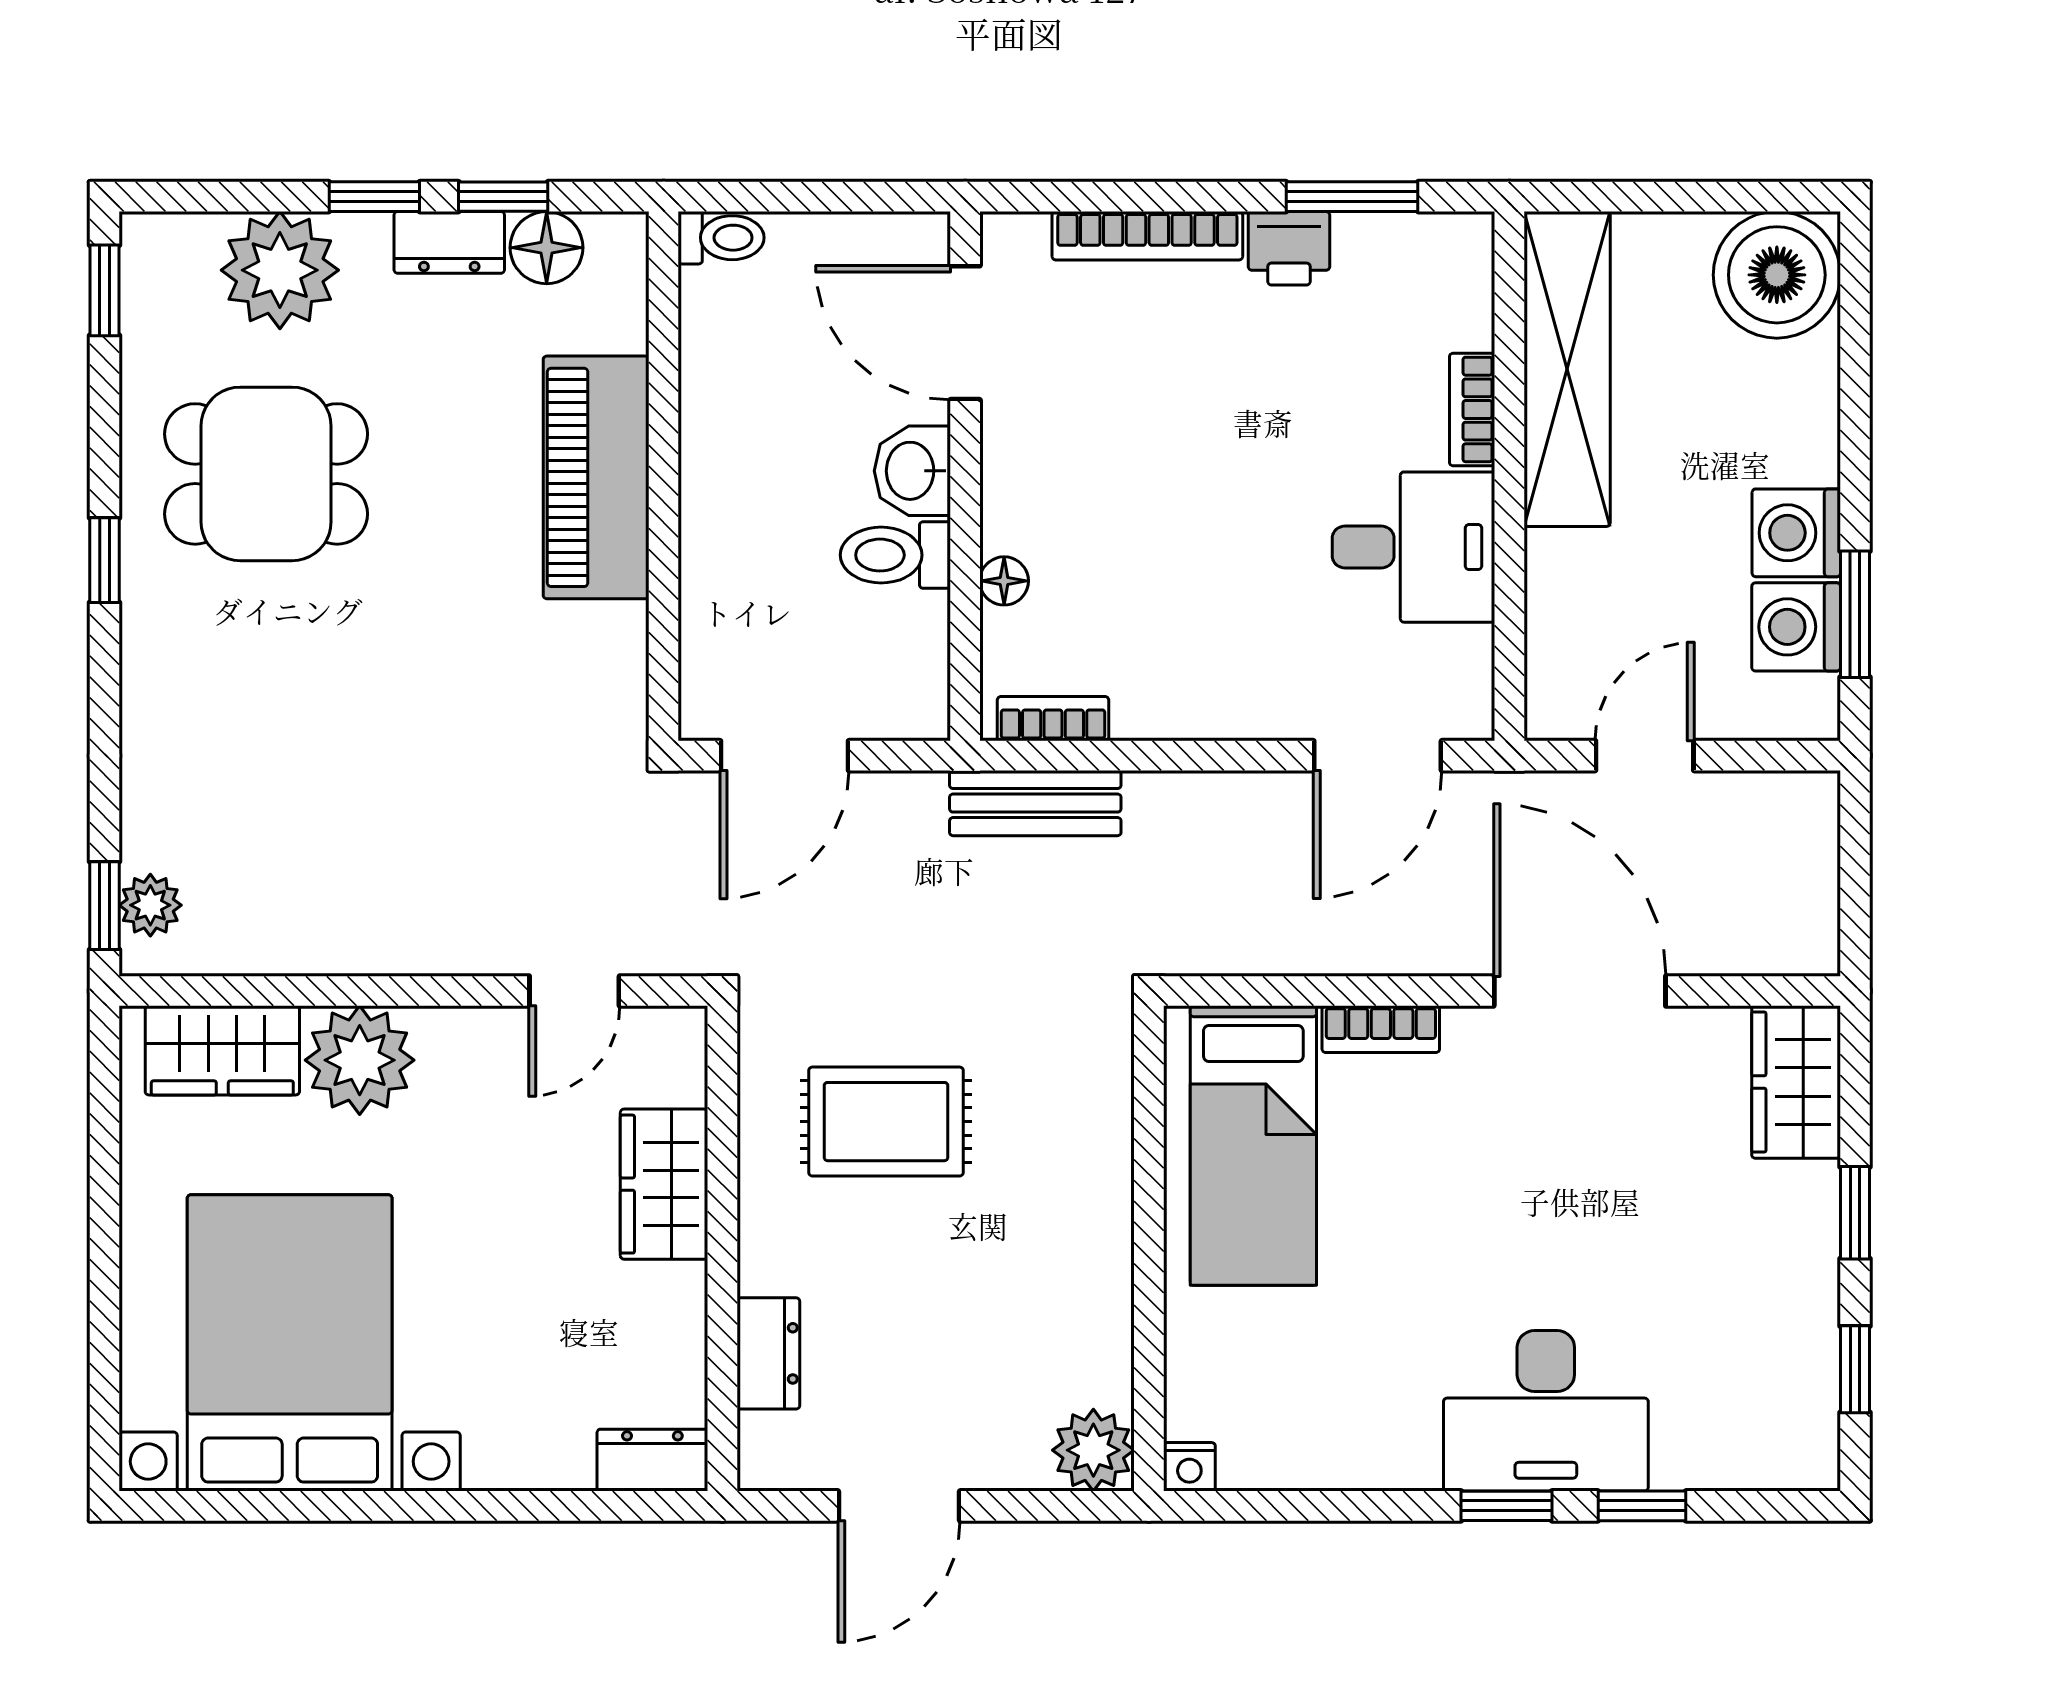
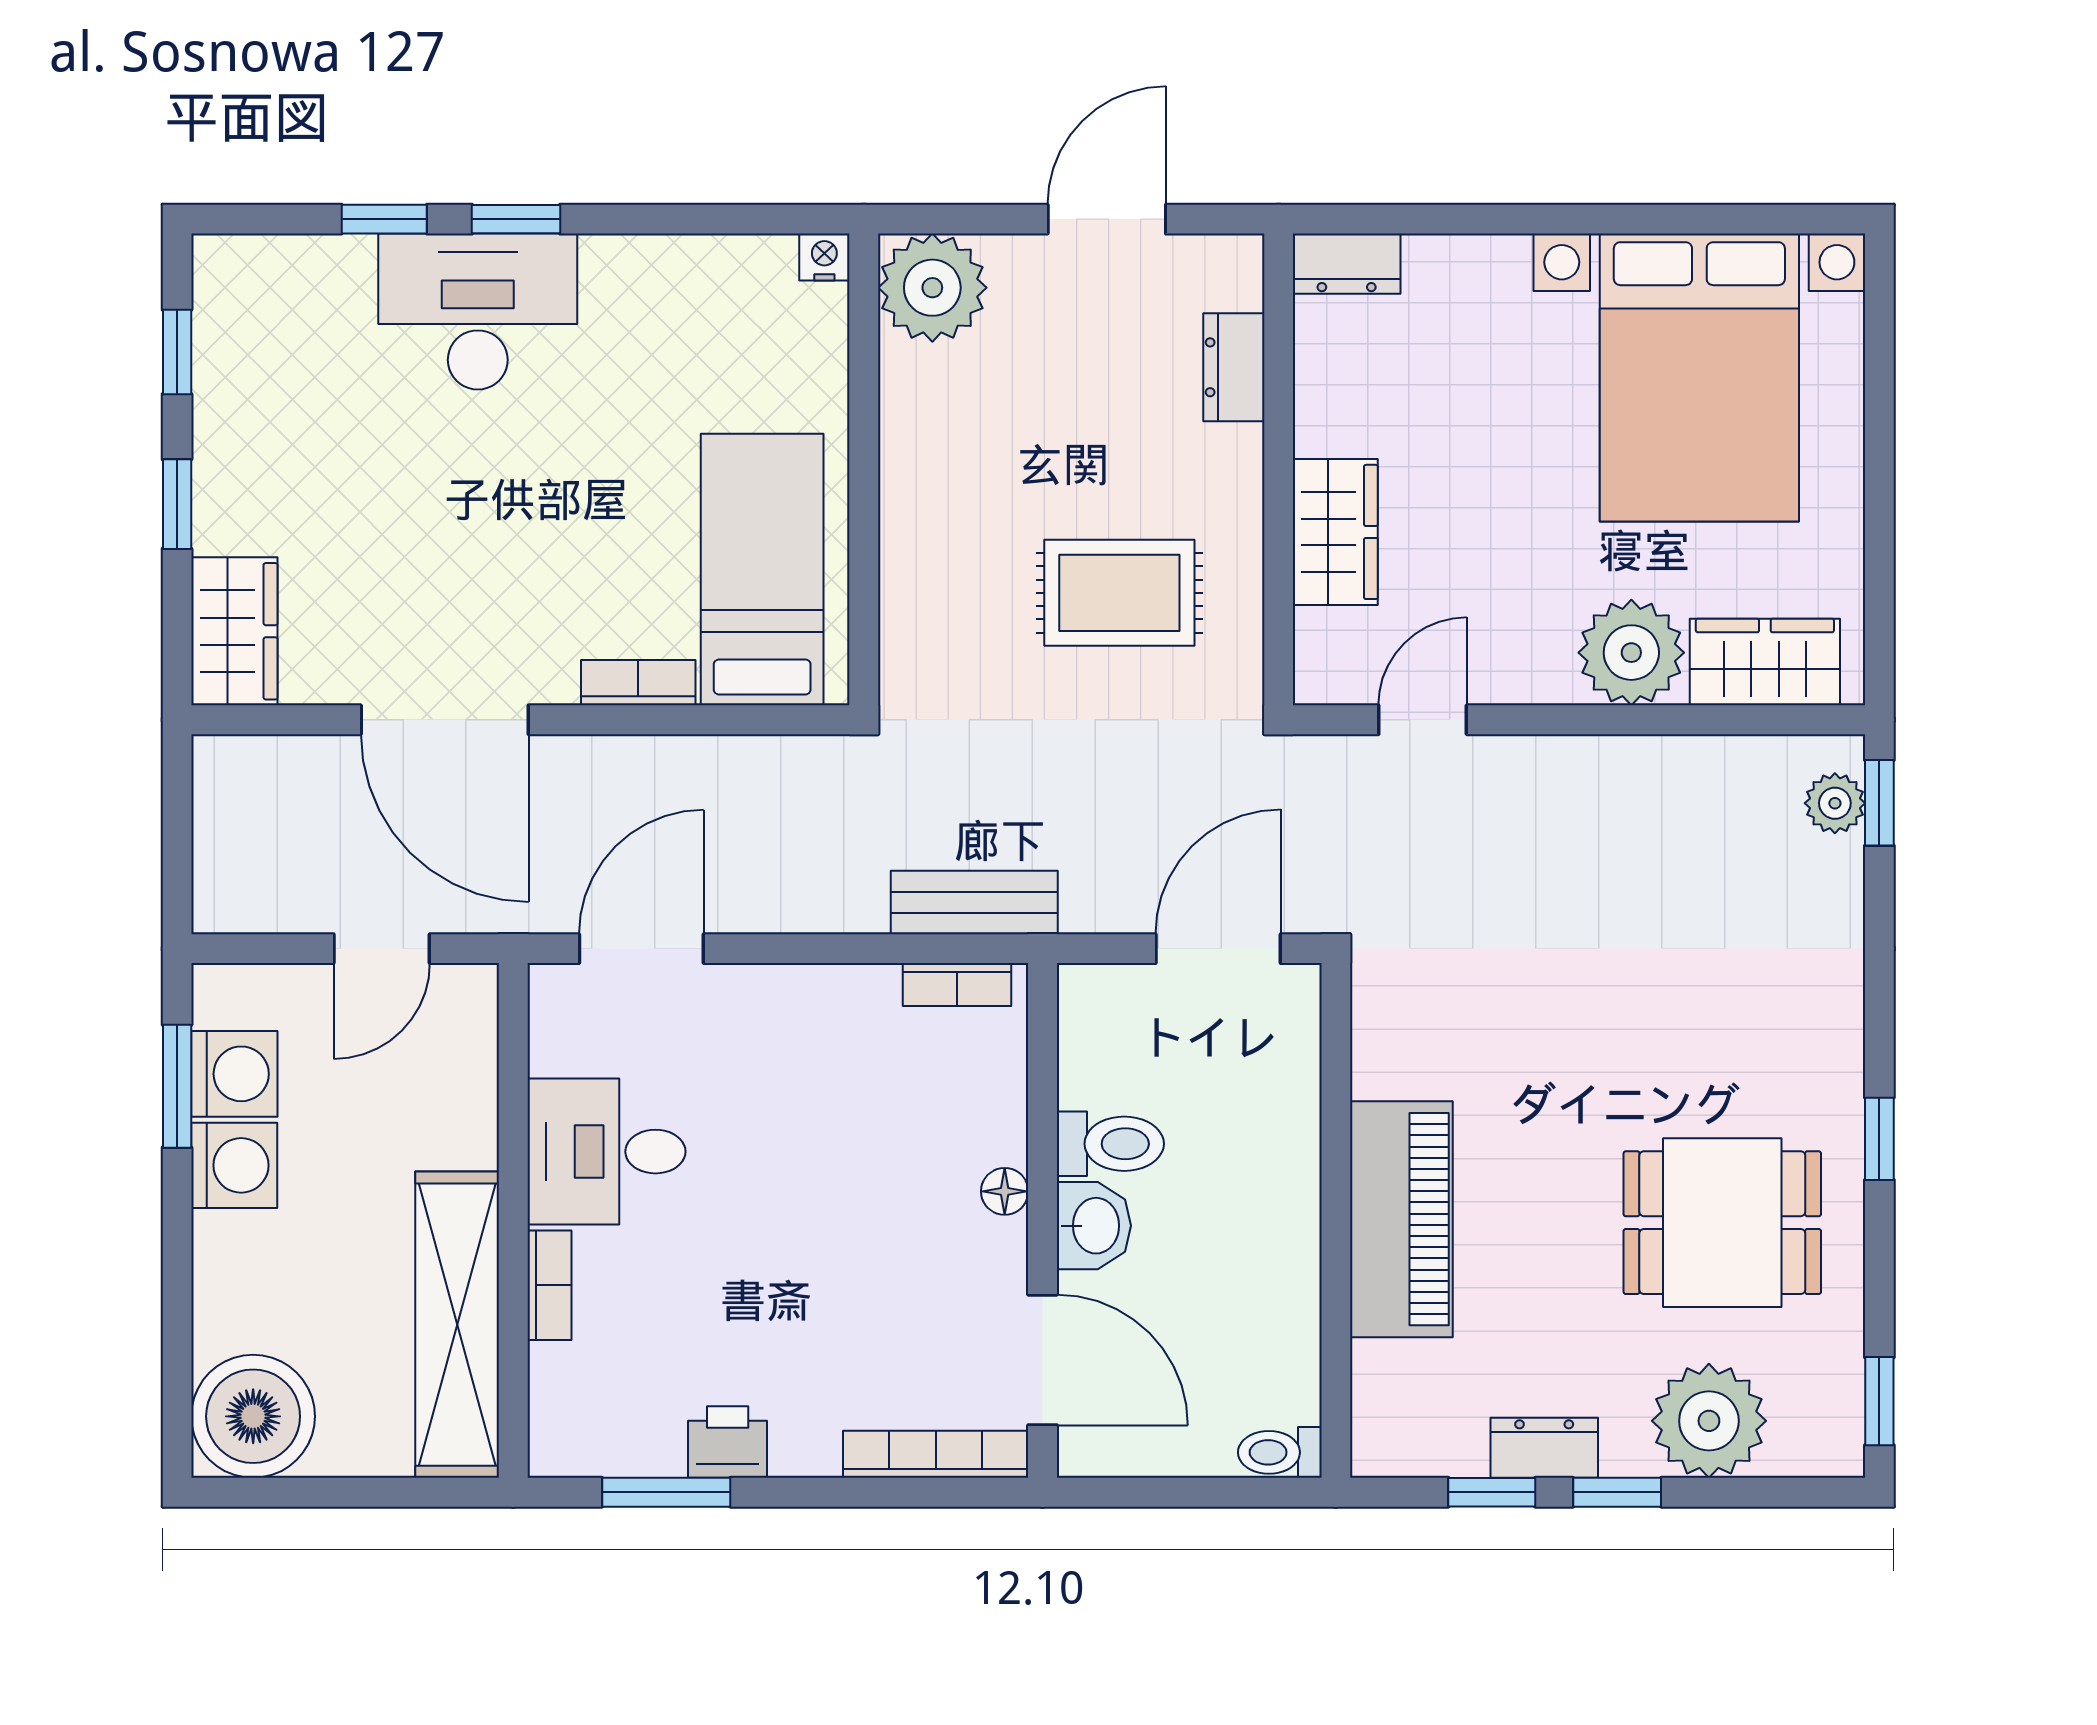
bookcase: (1147, 236) -> (936, 1454), moved
floor lamp: (547, 248) -> (1450, 1443), removed
floor lamp: (1004, 581) -> (1005, 1191), moved
plant: (1093, 1450) -> (932, 288), width x1.36, depth x1.36

